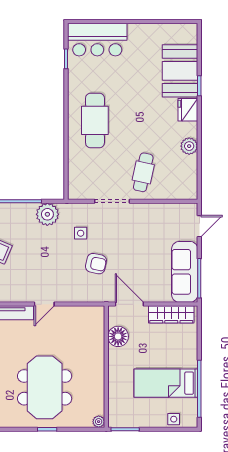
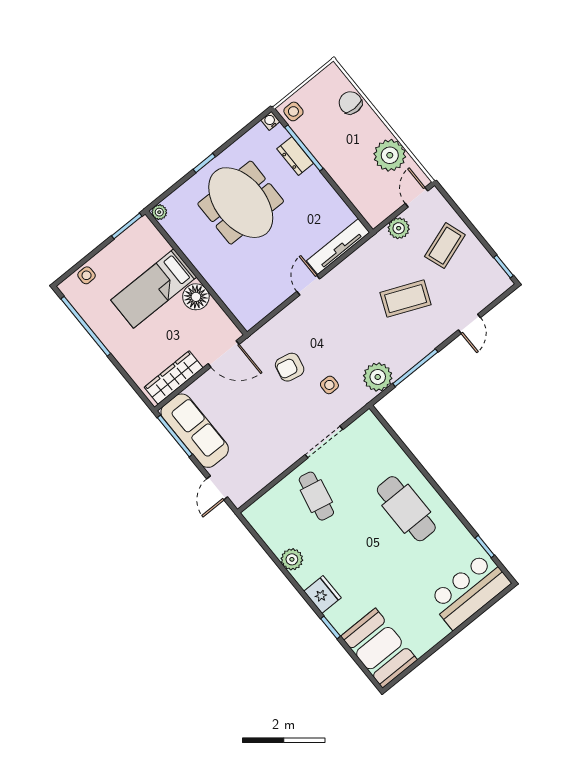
booth: (180, 71) -> (379, 648), moved
floor lamp: (118, 336) -> (196, 297), moved
bed: (166, 383) -> (154, 289), moved, turned 180

